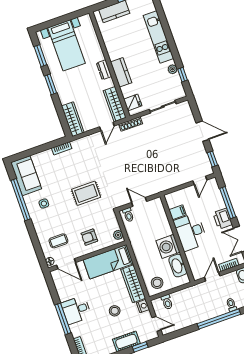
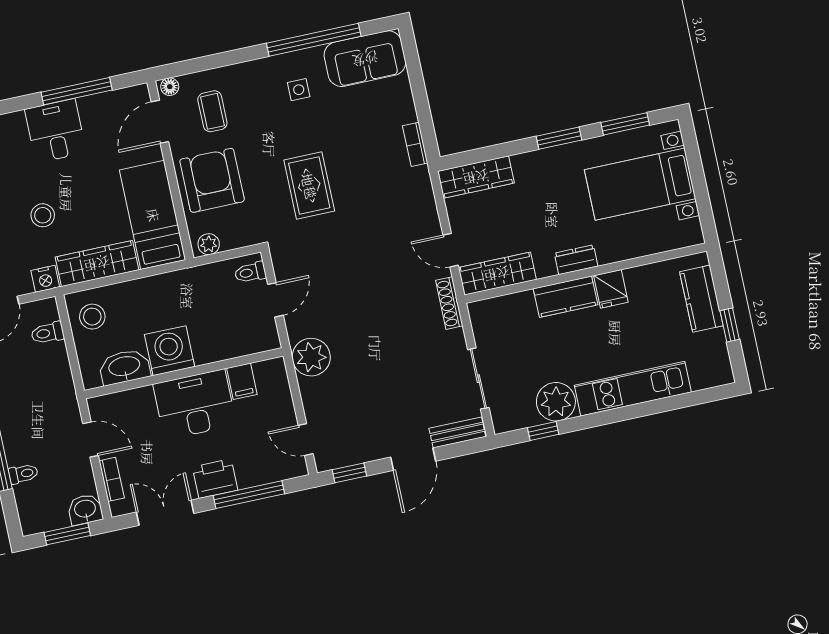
plant: (173, 69) -> (556, 402), width x1.88, depth x1.88
fridge: (133, 102) -> (611, 289), moved
bench: (188, 113) -> (457, 432), added
plant: (163, 183) -> (311, 357), added
armchair: (89, 237) -> (212, 180), width x1.88, depth x1.88
window: (63, 319) -> (77, 91), moved

